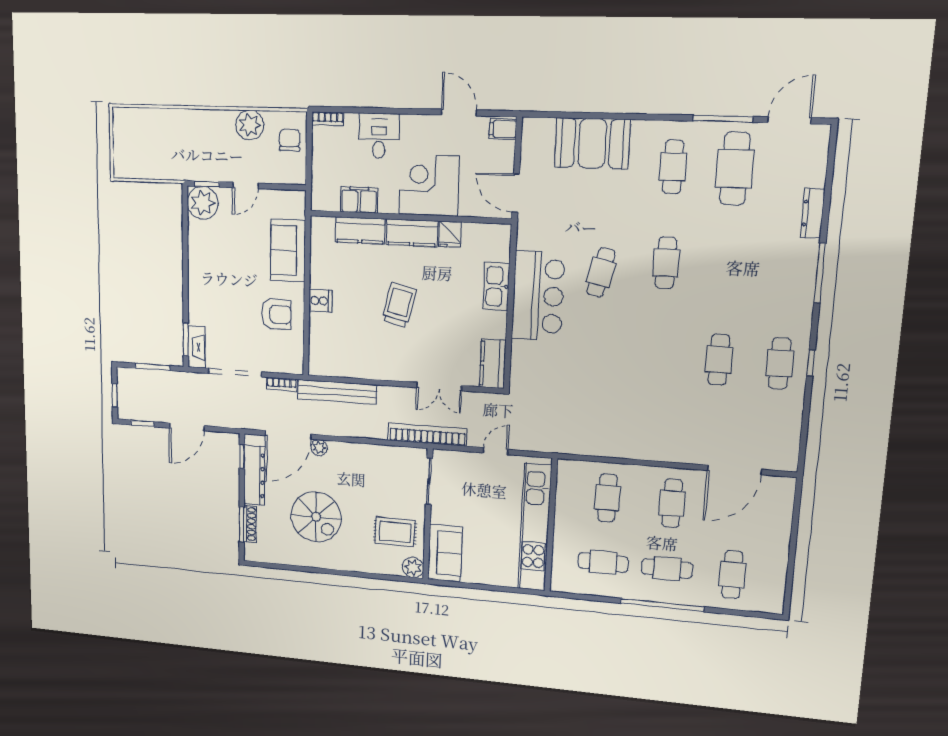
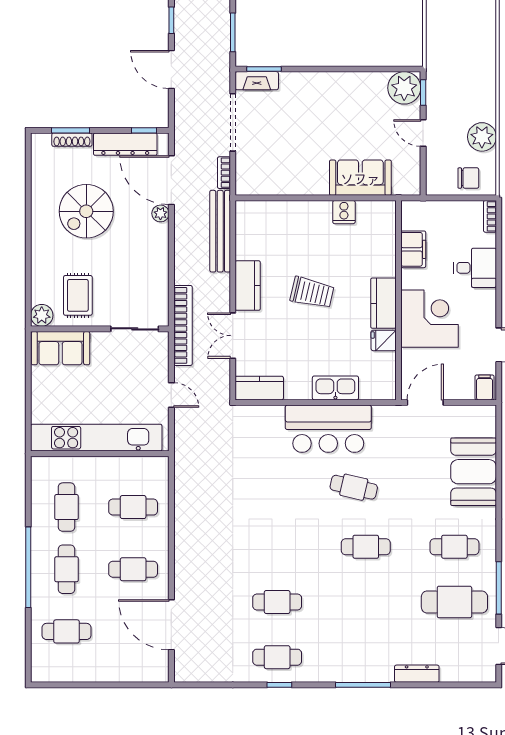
kitchen counter: (360, 230) -> (248, 286), moved, turned 180
cooker: (320, 301) -> (344, 212), moved
armchair: (276, 314) -> (296, 166), removed

